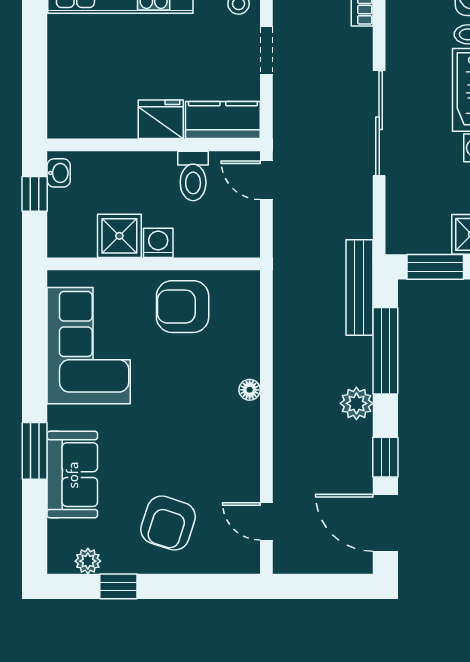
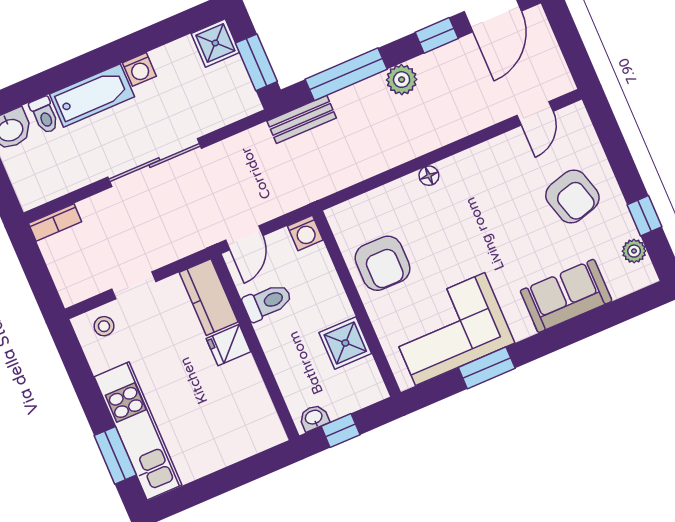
fridge: (161, 119) -> (229, 345), width x0.72
washing machine: (158, 243) -> (305, 233), moved, turned -90
bench: (359, 288) -> (302, 119), width x0.73
window: (35, 451) -> (487, 368), moved
armchair: (168, 523) -> (572, 196), turned 56

